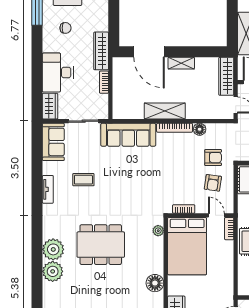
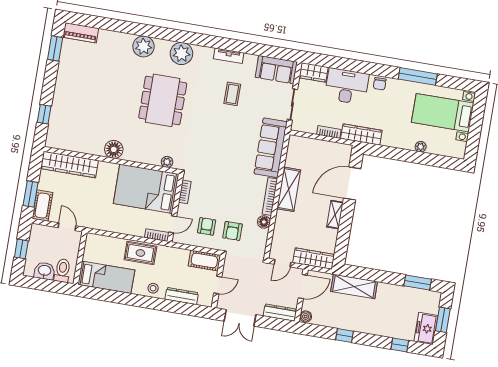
chair: (66, 28) -> (380, 84), moved
armchair: (213, 183) -> (207, 226), turned 82
plant: (53, 249) -> (181, 53), moved

